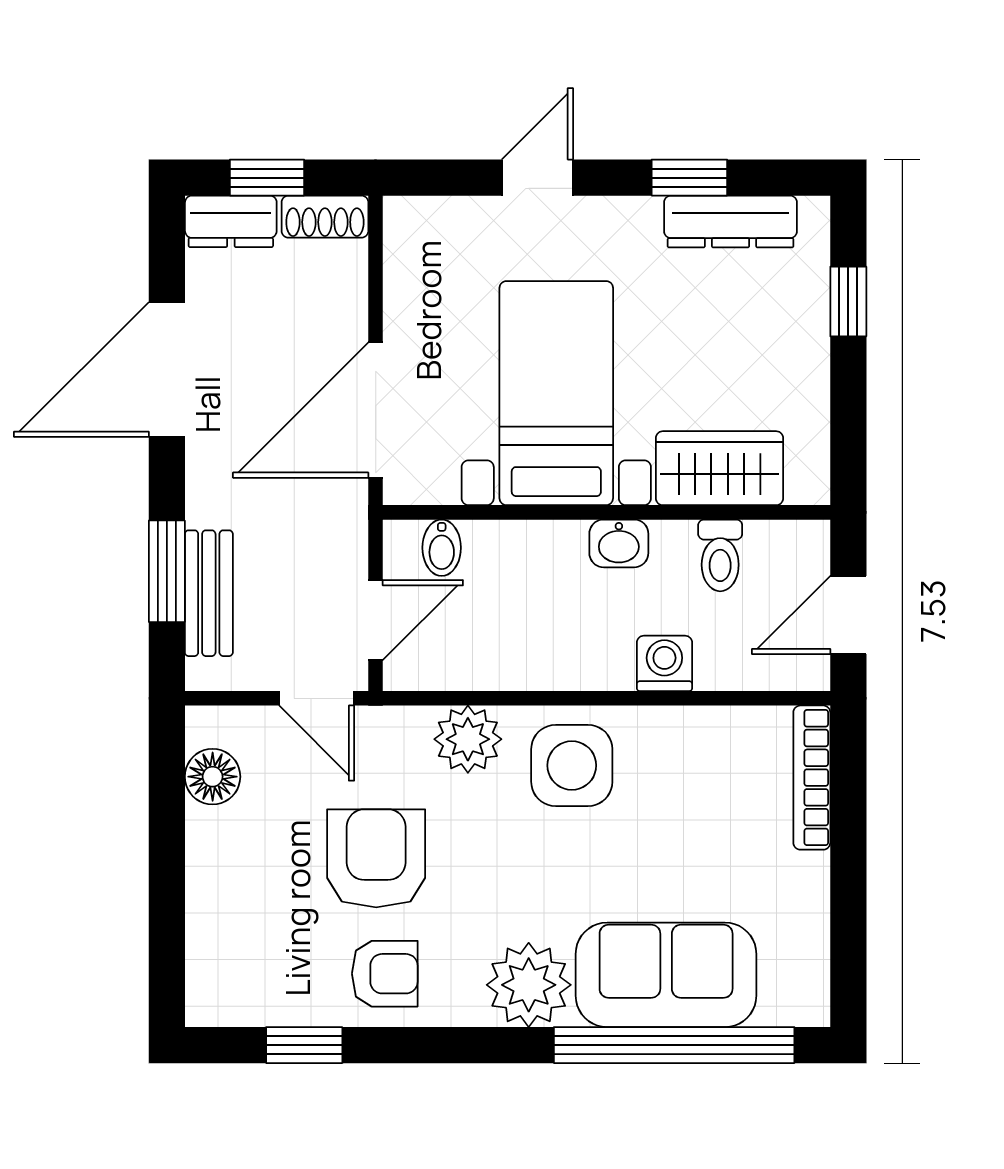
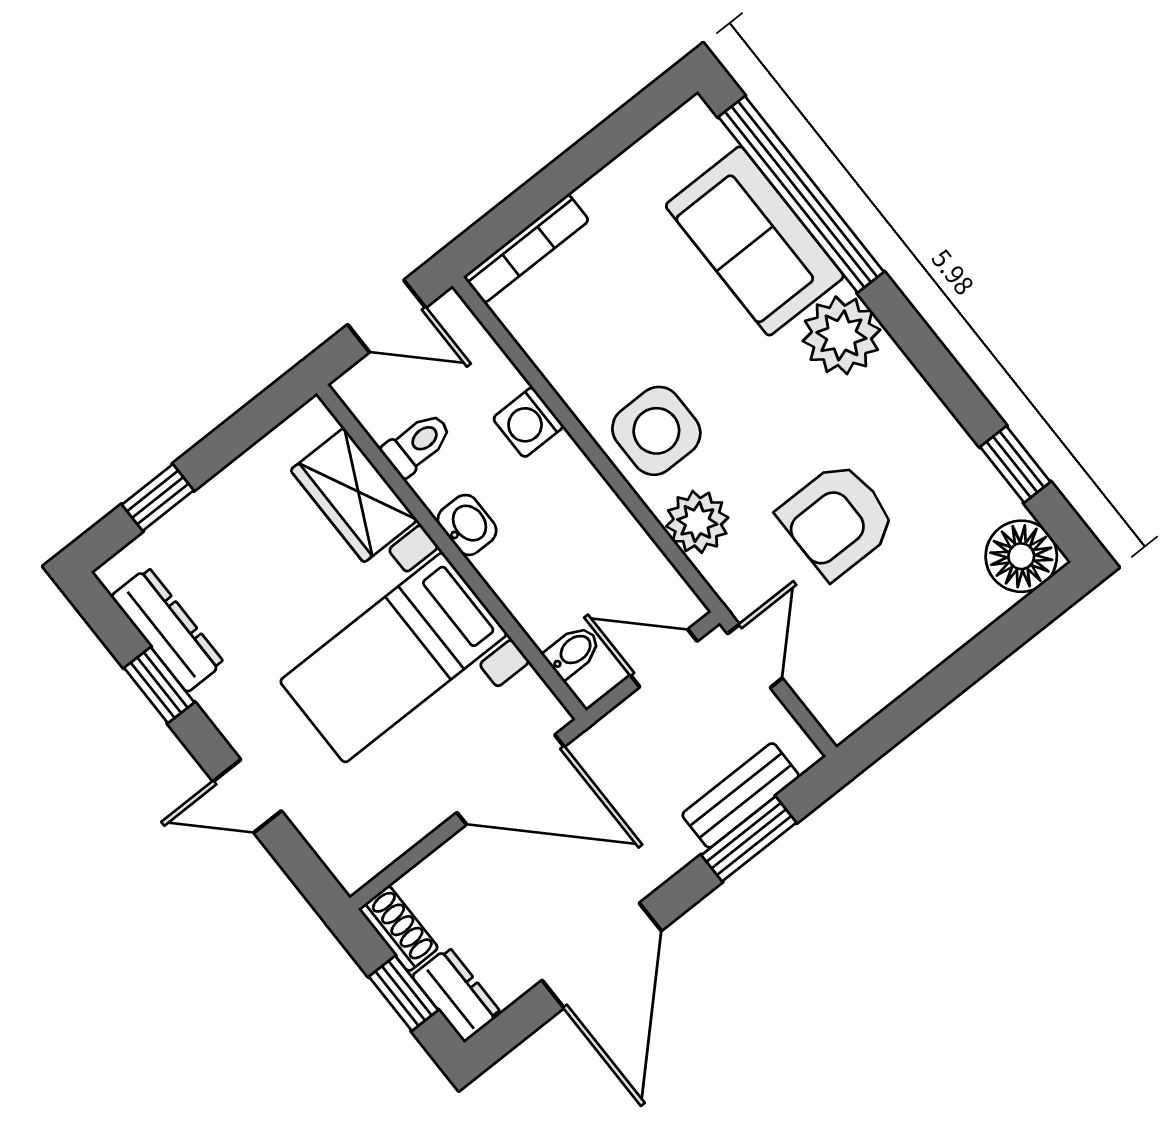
door: (167, 370) -> (602, 956), hinge flipped
floor lamp: (213, 777) -> (1021, 556), moved, width x1.38, depth x1.38
armchair: (385, 974) -> (917, 447), removed

